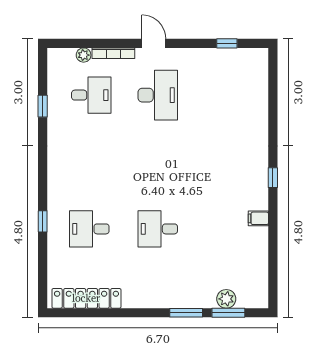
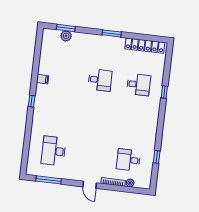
window: (227, 43) -> (49, 180), width x2.17
desk: (158, 95) -> (54, 151), moved
window: (186, 313) -> (112, 33), moved

